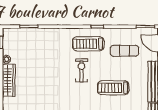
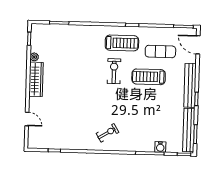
treadmill: (88, 44) -> (122, 43), turned 180
treadmill: (113, 88) -> (149, 77), moved

